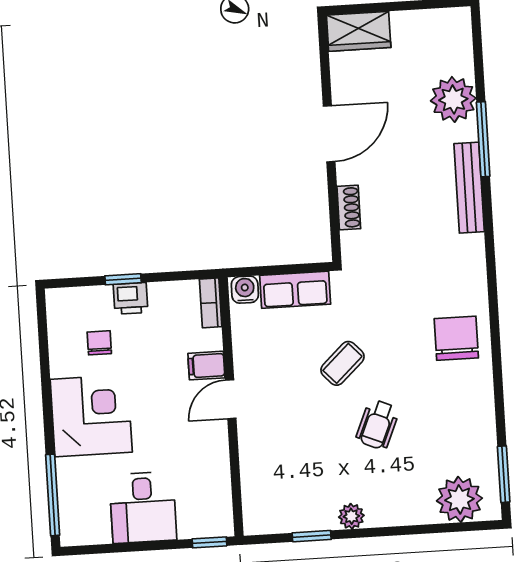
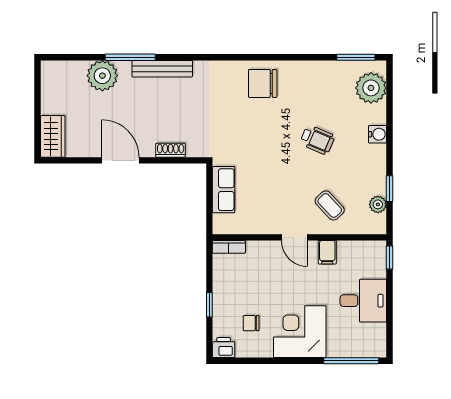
water cooler: (245, 290) -> (378, 134), moved, turned 180
printer: (131, 298) -> (224, 348), moved, turned -90
coffee table: (342, 363) -> (330, 205), moved
filing cabinet: (206, 366) -> (327, 252), moved
plant: (351, 516) -> (378, 204), moved

